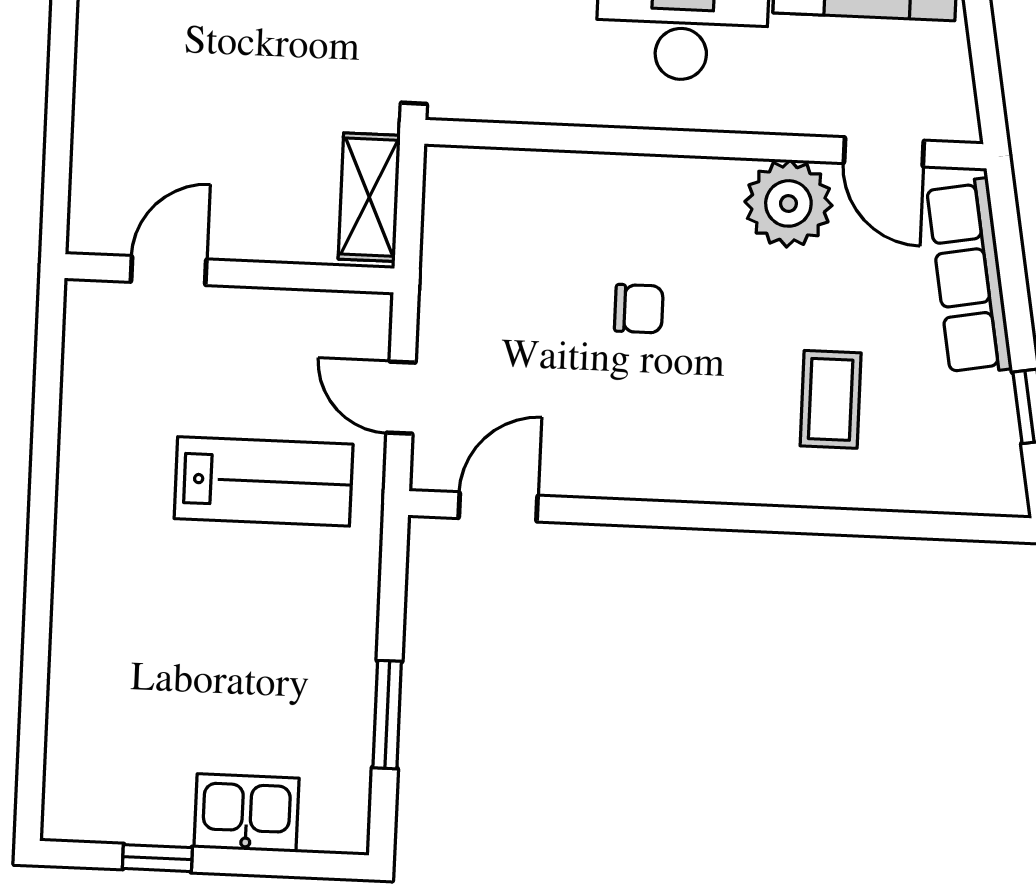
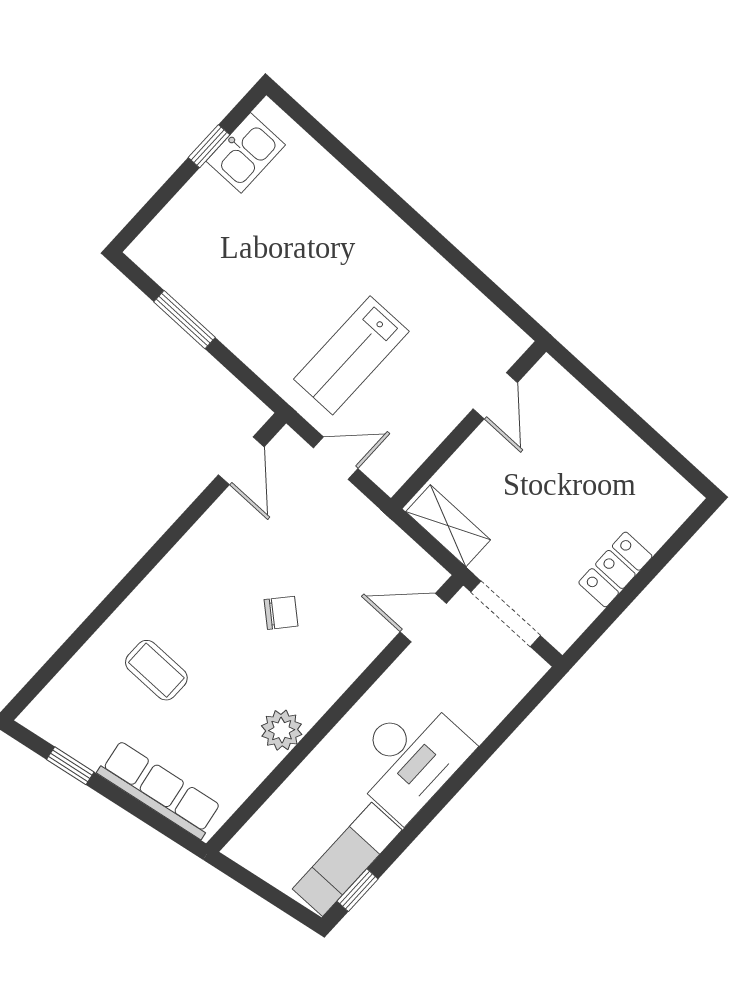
door: (884, 152) -> (423, 618), moved
plant: (788, 203) -> (282, 730), width x0.73, depth x0.73
chair: (639, 309) -> (281, 613), turned -139
kitchen sink: (247, 813) -> (246, 153), moved

